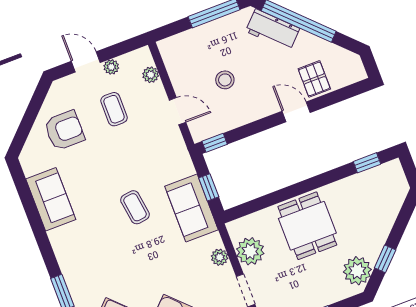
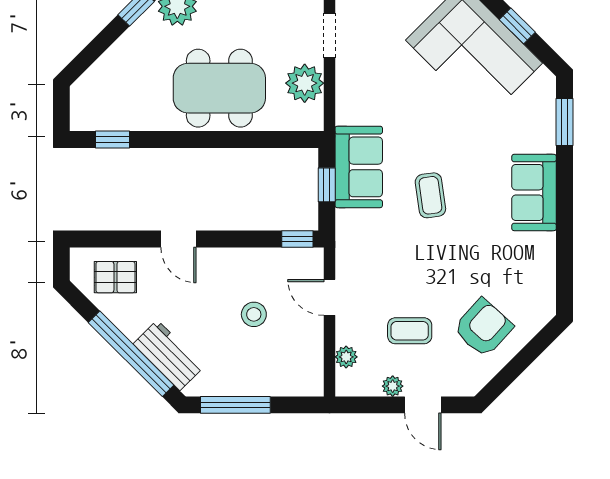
pallet: (314, 79) -> (115, 277), moved, turned 90
coffee table: (114, 109) -> (410, 331), turned 90
armchair: (64, 130) -> (483, 328), turned 132
sofa: (51, 199) -> (534, 192), moved
dining table: (307, 226) -> (219, 88), width x1.38
plant: (220, 257) -> (347, 91), removed

